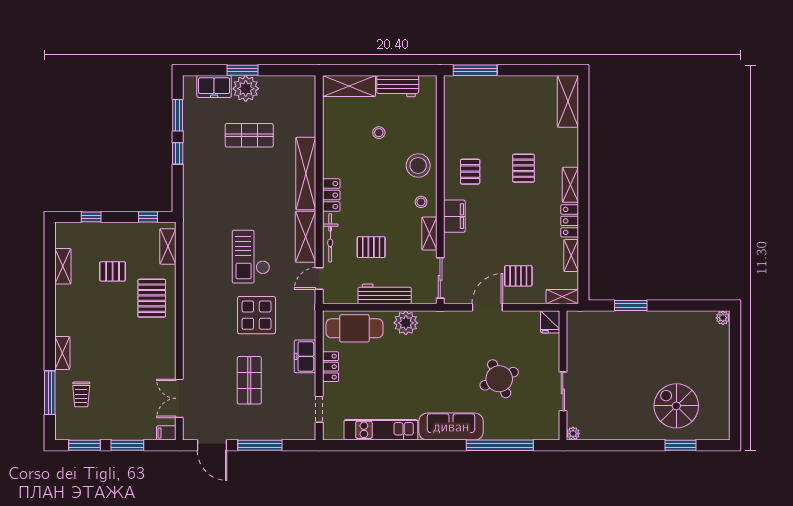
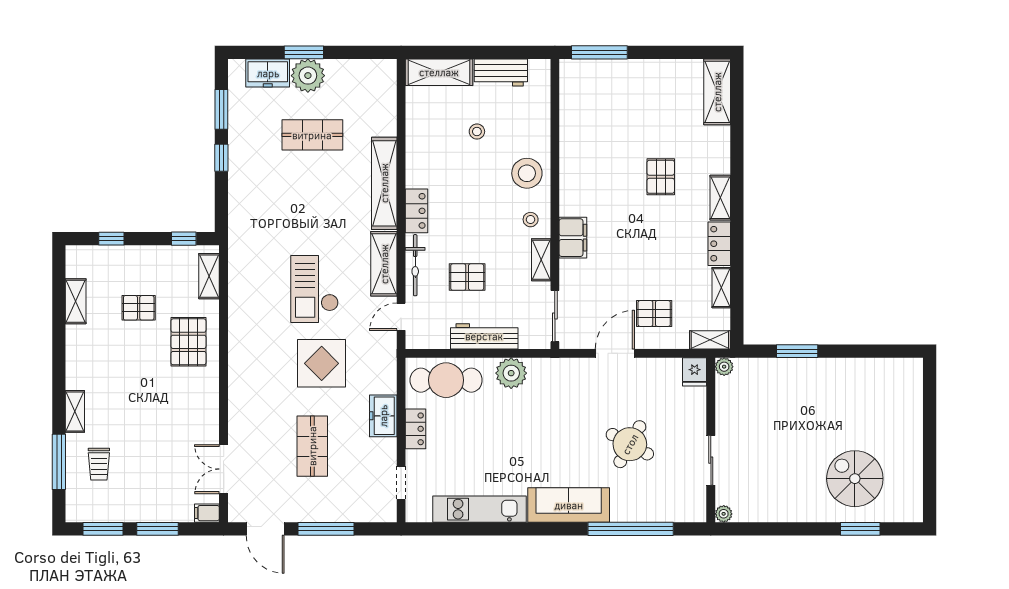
pallet: (470, 172) -> (593, 181), removed
plant: (723, 318) -> (724, 367), moved
round table: (499, 379) -> (630, 444), turned -36

